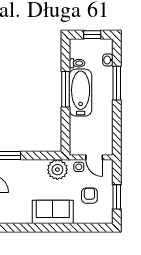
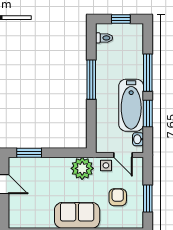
washbasin: (108, 60) -> (138, 139), moved
toilet: (77, 63) -> (104, 38), moved
bathtub: (81, 93) -> (131, 105), moved, turned 180
window: (117, 120) -> (148, 114), added

